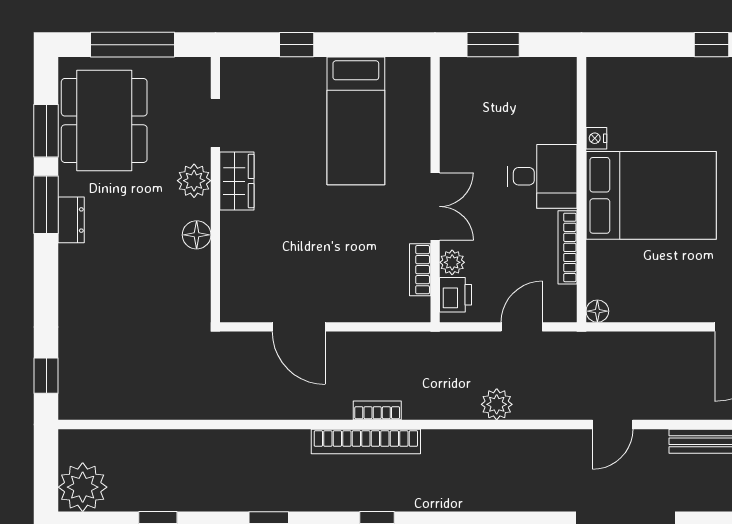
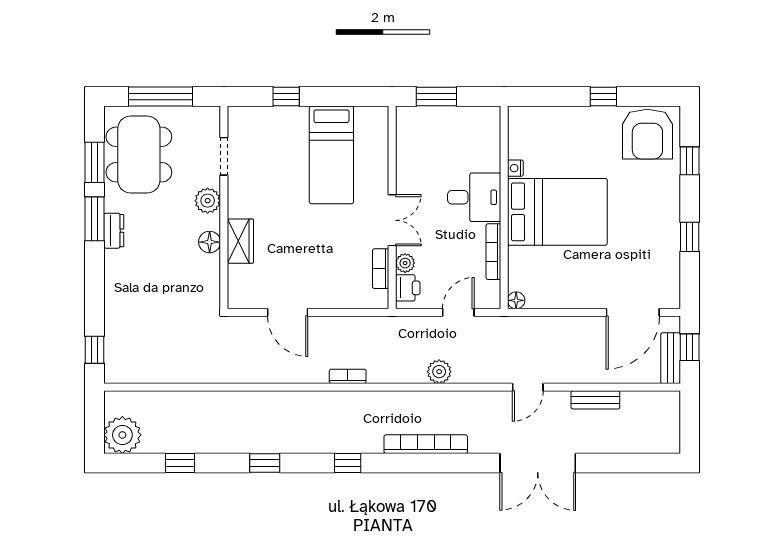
wardrobe: (237, 181) -> (240, 241), moved
bookcase: (366, 441) -> (426, 444), moved, turned 180

